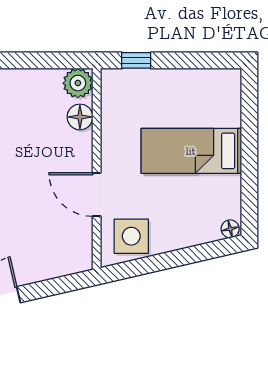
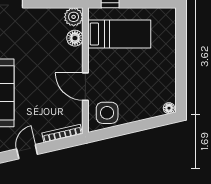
bed: (191, 151) -> (119, 34), moved, turned 180
bookcase: (60, 269) -> (62, 133), added

